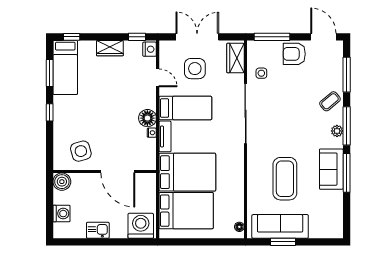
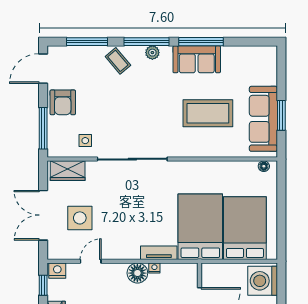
bed: (185, 108) -> (126, 229), removed

